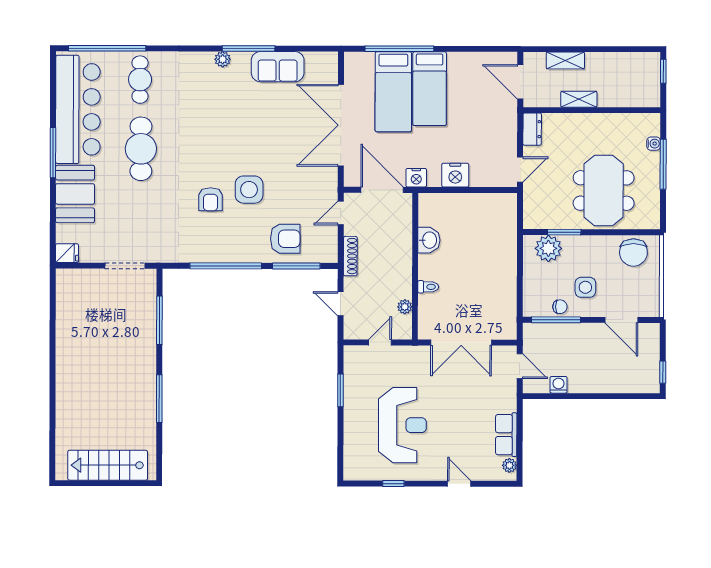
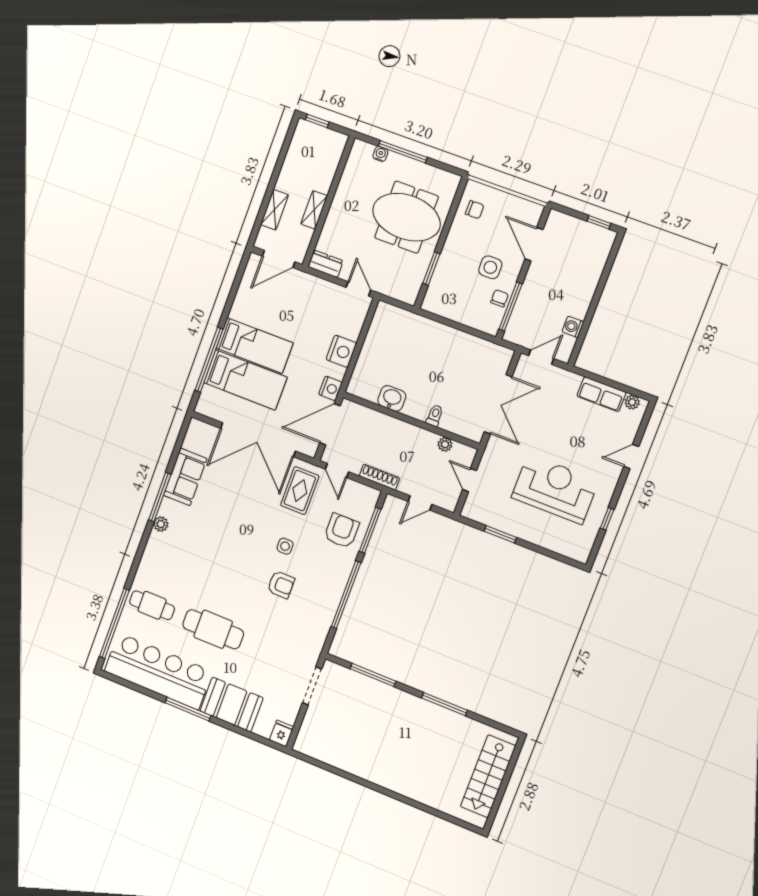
rug: (308, 184) -> (300, 491), added
side table: (249, 190) -> (285, 546), width x0.54, depth x0.54
plant: (548, 248) -> (441, 289), removed
chair: (633, 252) -> (475, 210), width x0.54, depth x0.54
door: (621, 320) -> (534, 244), swing flipped

